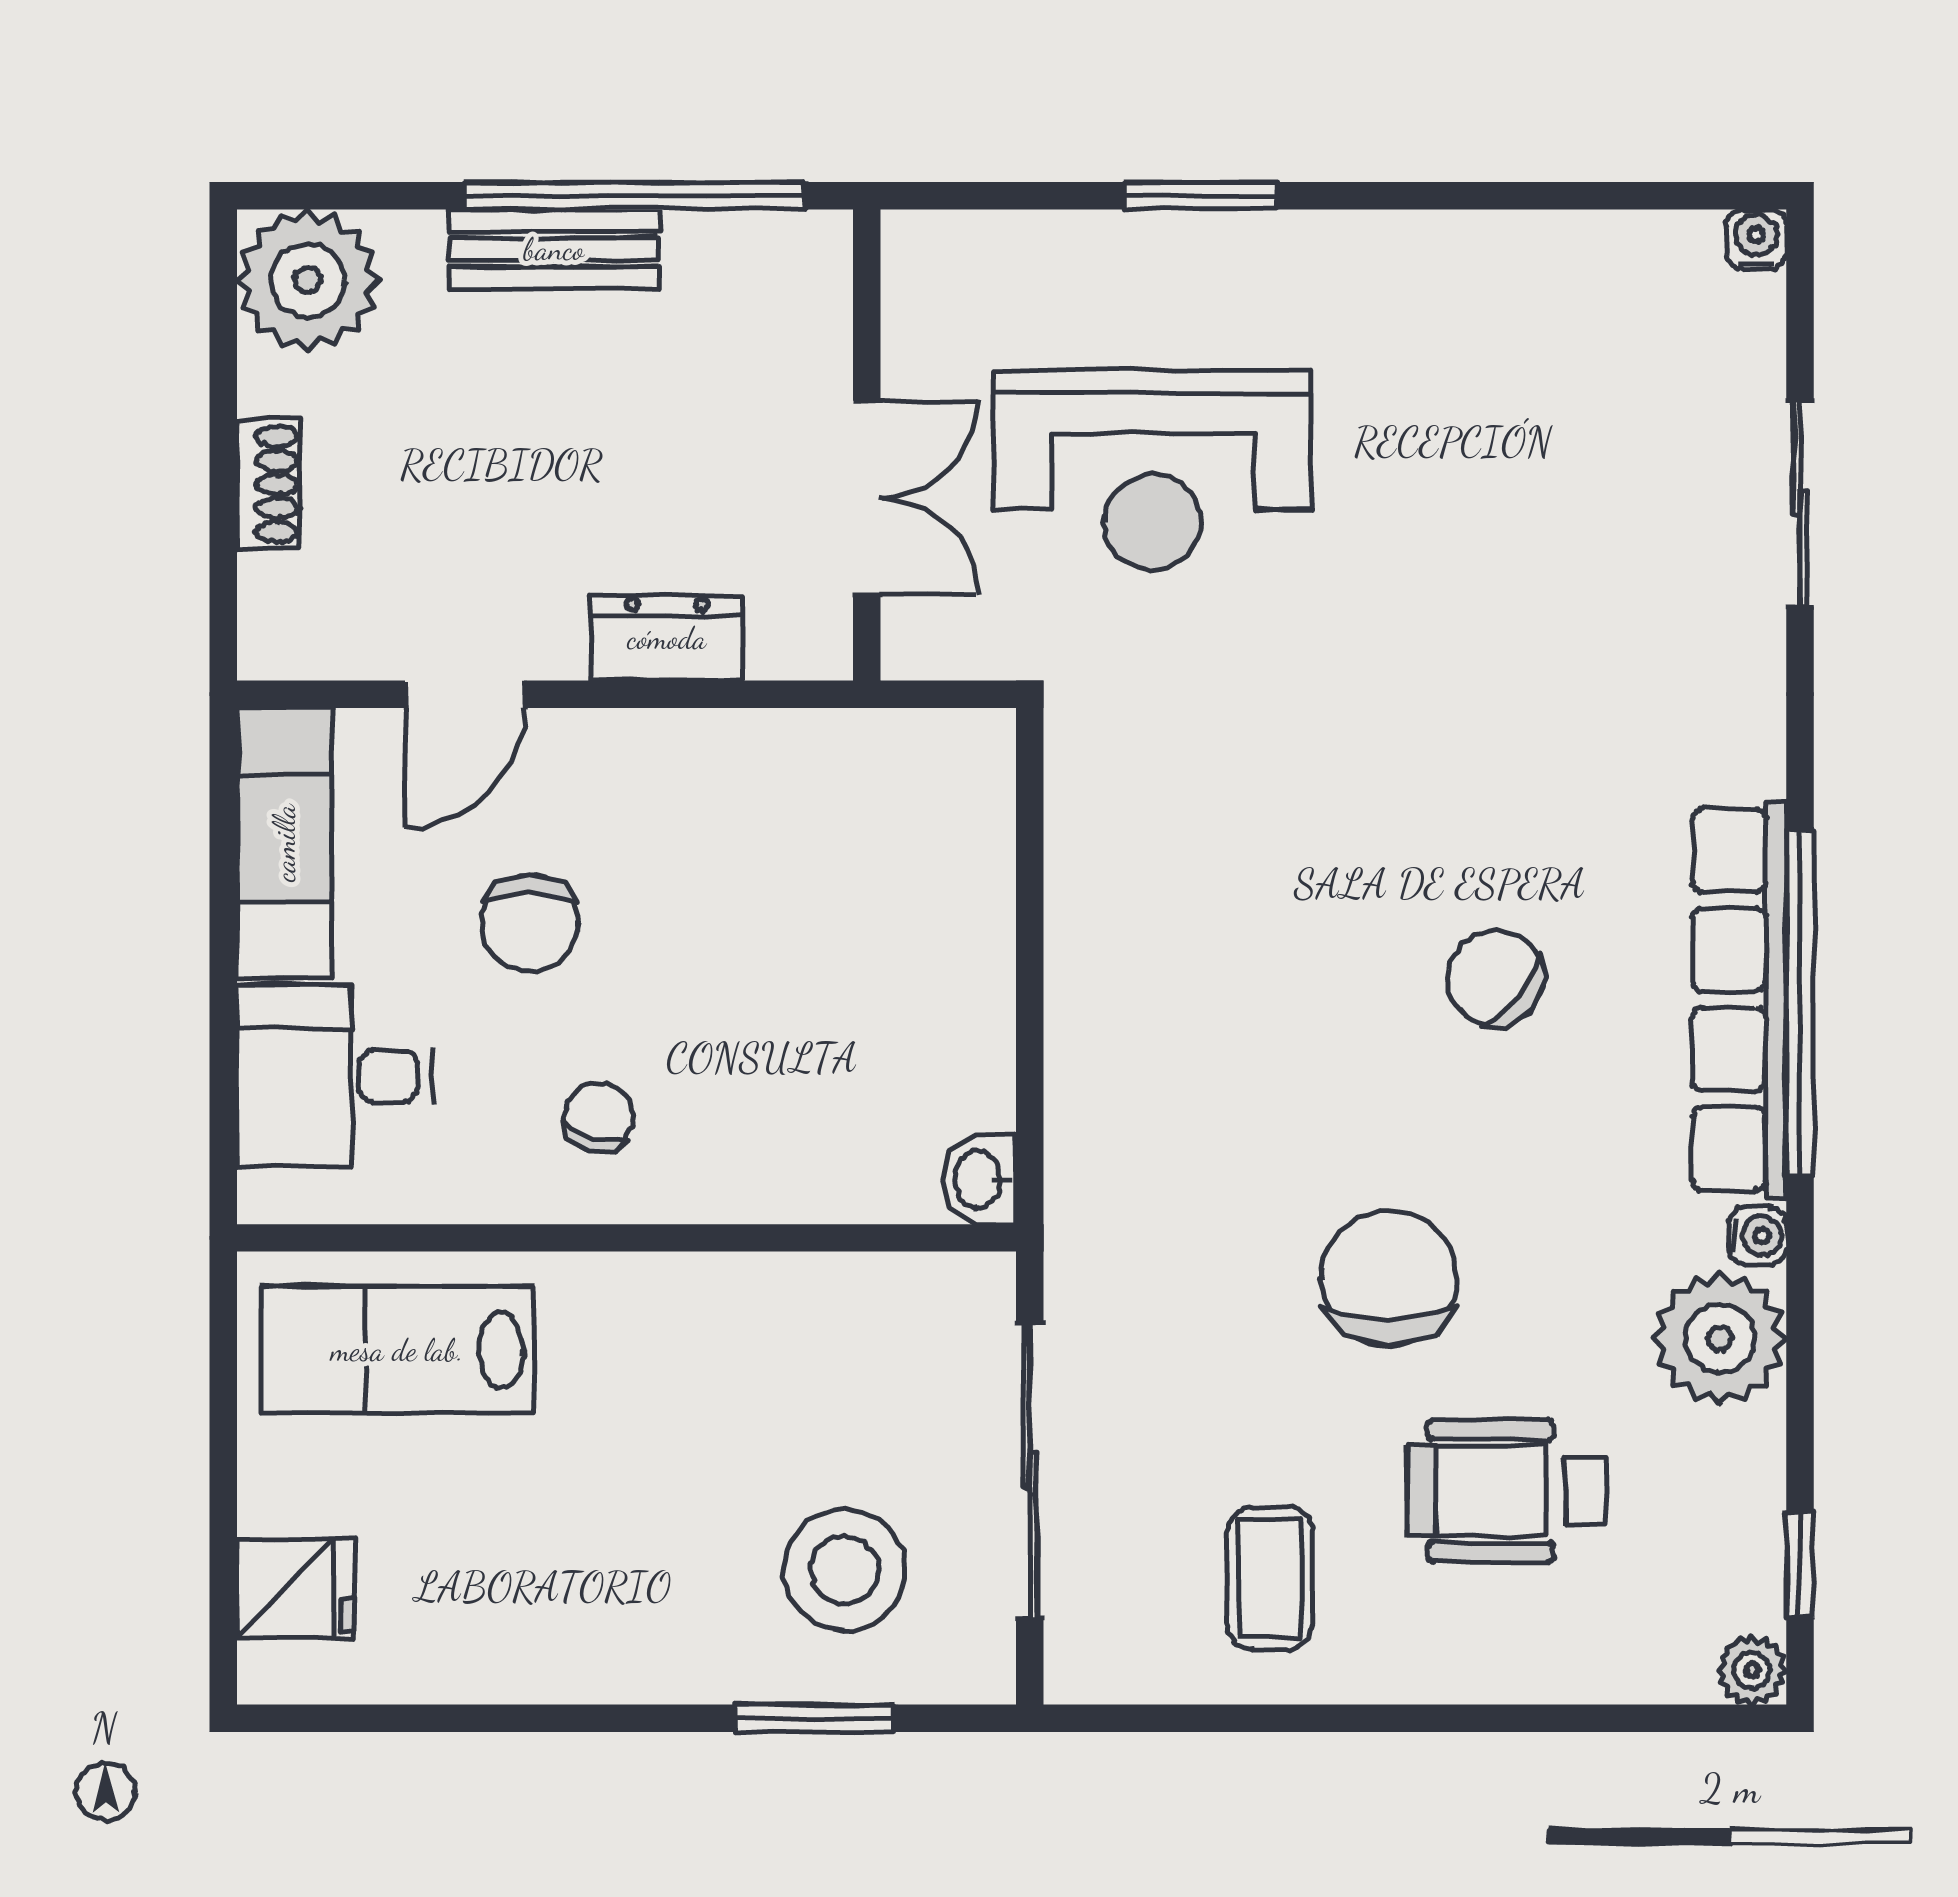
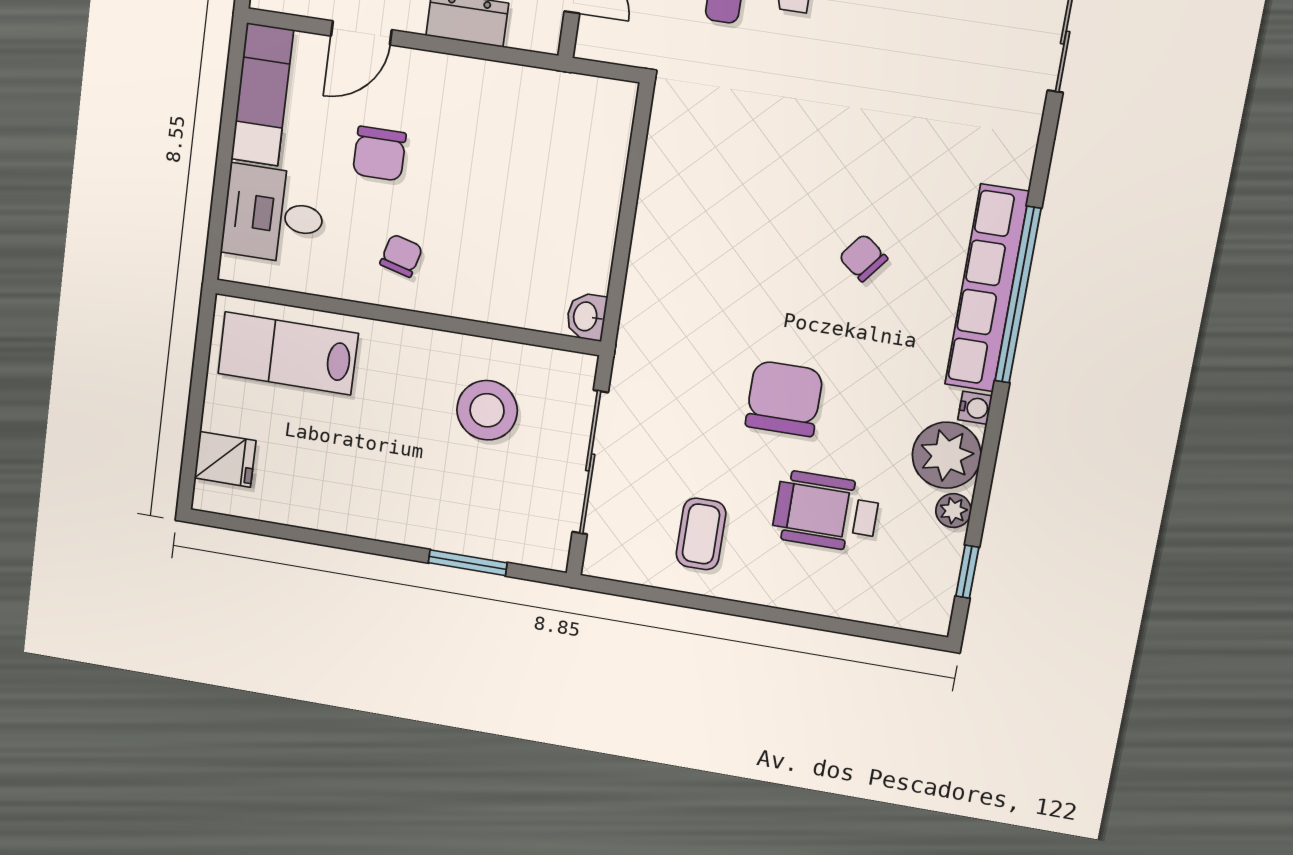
chair: (1495, 978) -> (863, 258), width x0.73, depth x0.73
stool: (844, 1570) -> (487, 410), moved
plant: (1752, 1670) -> (953, 511), moved

